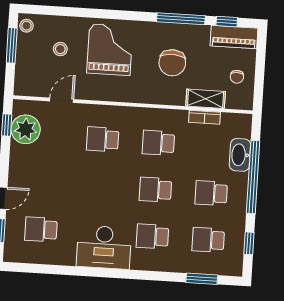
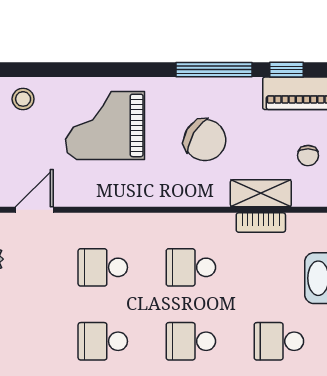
stool: (60, 49) -> (23, 99), moved
grand piano: (110, 50) -> (105, 125), turned -90
chair: (172, 63) -> (205, 140), turned -61
school desk: (100, 186) -> (103, 341), added

